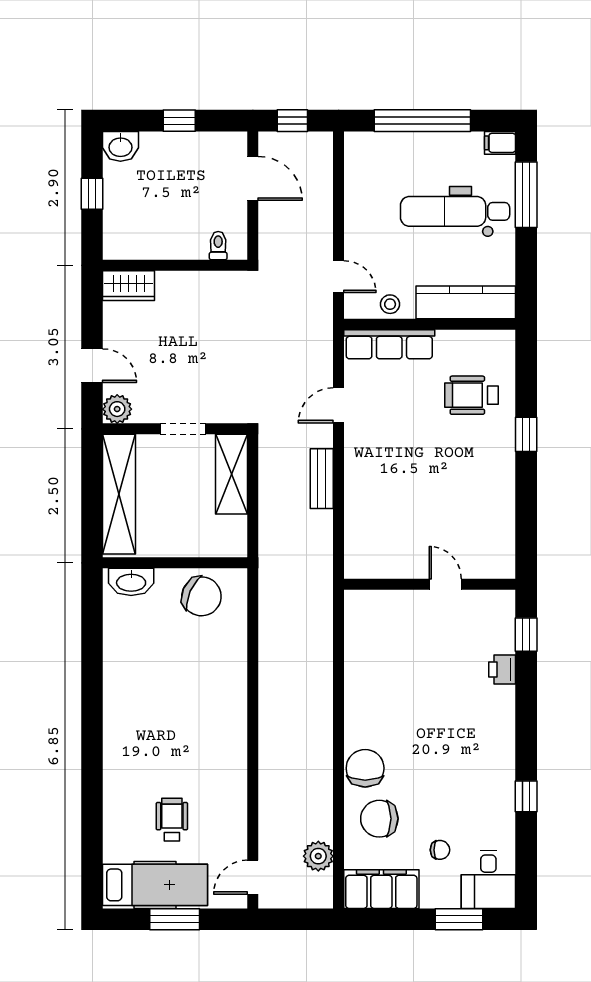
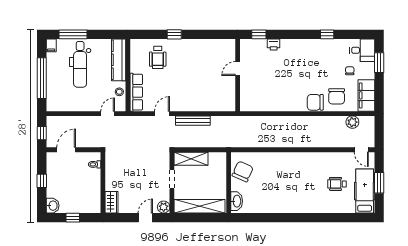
door: (339, 405) -> (162, 114), swing flipped
bench: (322, 479) -> (193, 121), width x1.36

